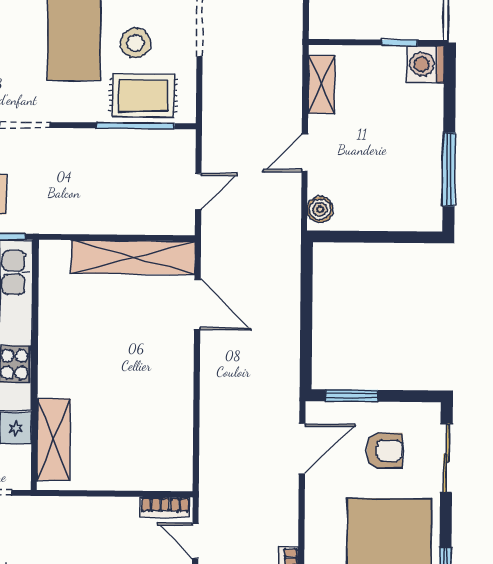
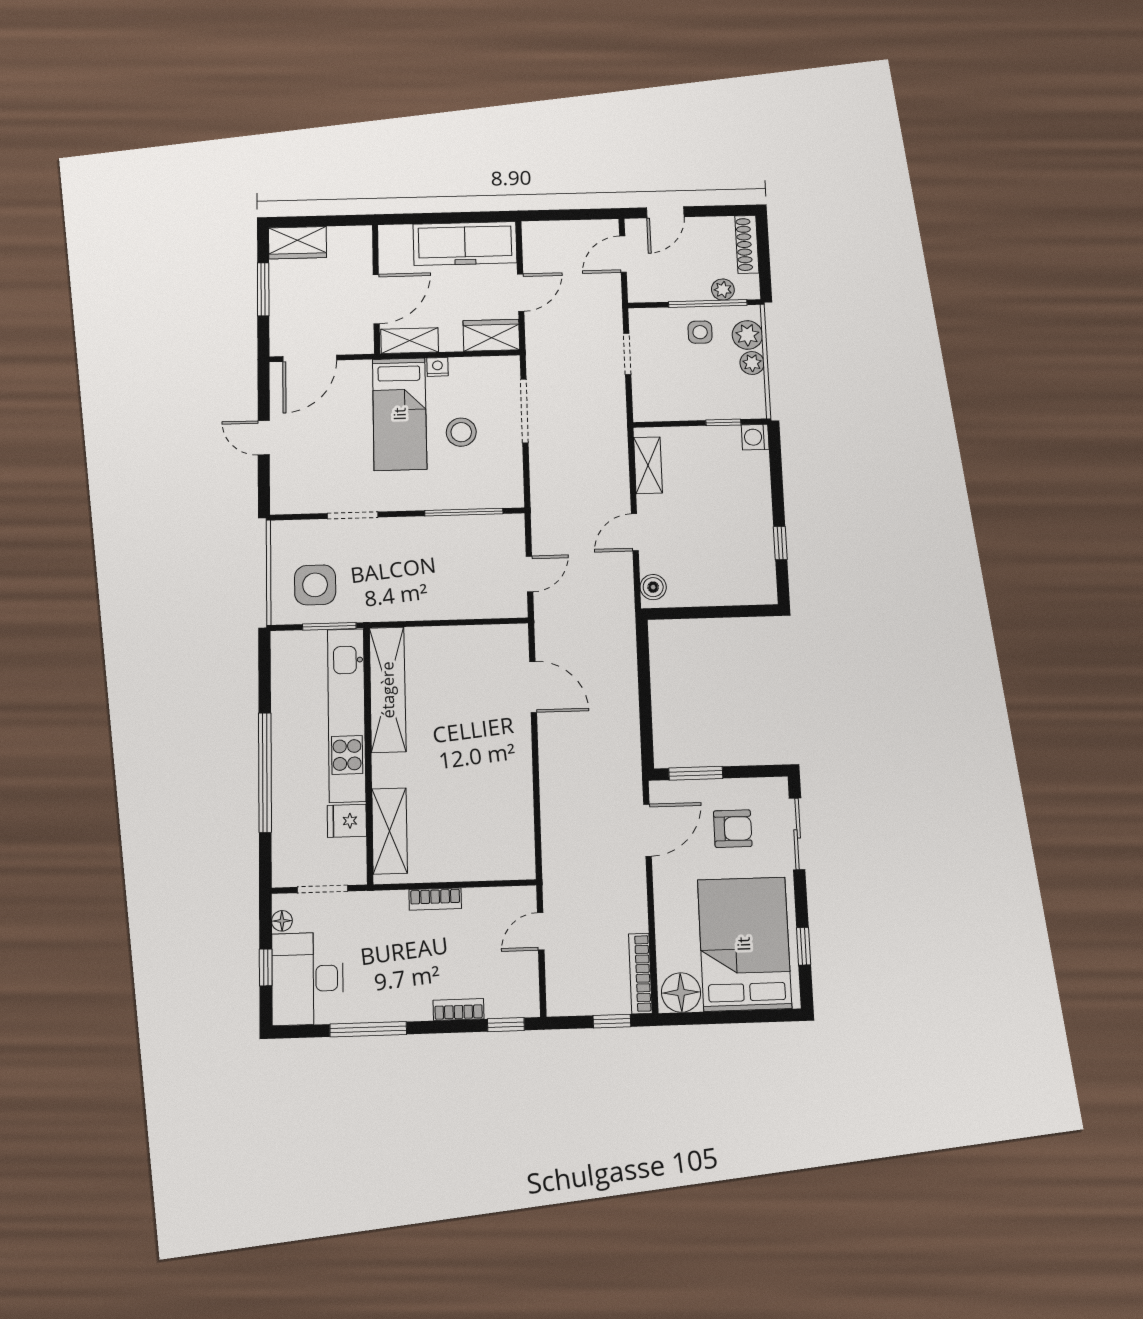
washing machine: (426, 64) -> (755, 437), width x0.73, depth x0.73
rug: (143, 95) -> (471, 482), removed
window: (449, 169) -> (780, 543), width x0.46
shelving: (133, 257) -> (388, 690), moved, turned 90
bookcase: (165, 507) -> (435, 899), moved
door: (195, 541) -> (541, 931), hinge flipped

